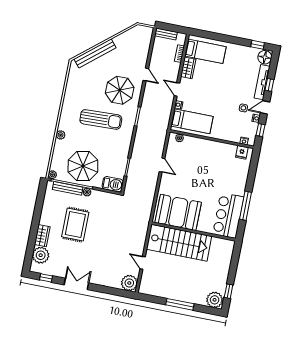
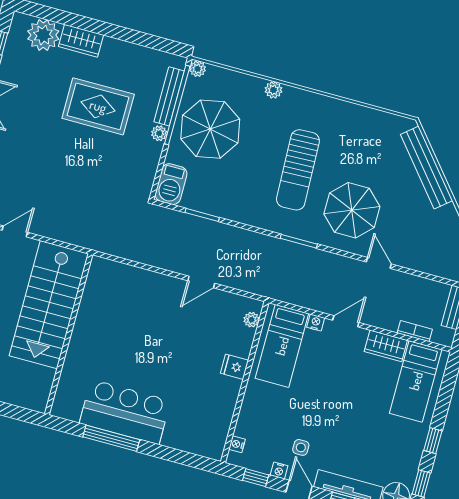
window: (235, 40) -> (433, 441), added
door: (146, 74) -> (379, 263), swing flipped
fridge: (242, 152) -> (234, 367), moved
booth: (178, 212) -> (108, 307), removed
bar counter: (228, 216) -> (125, 412), moved

